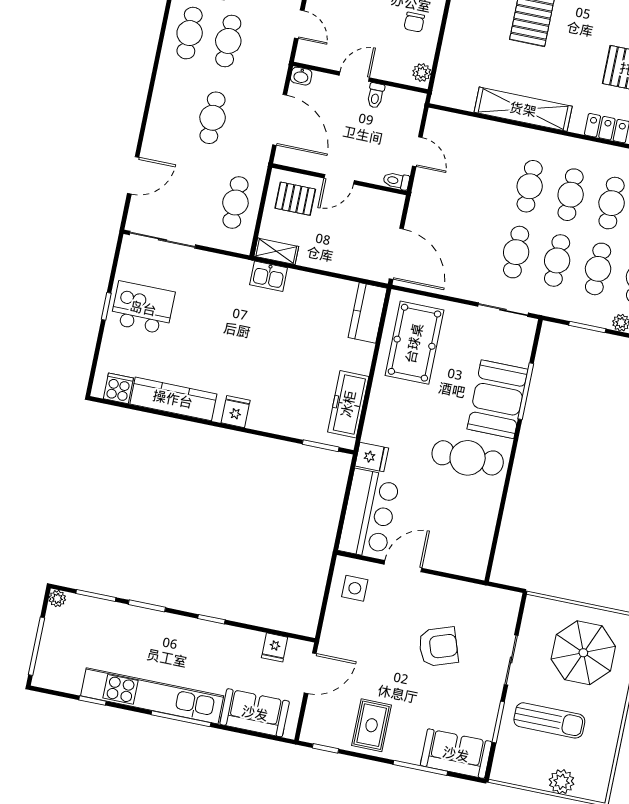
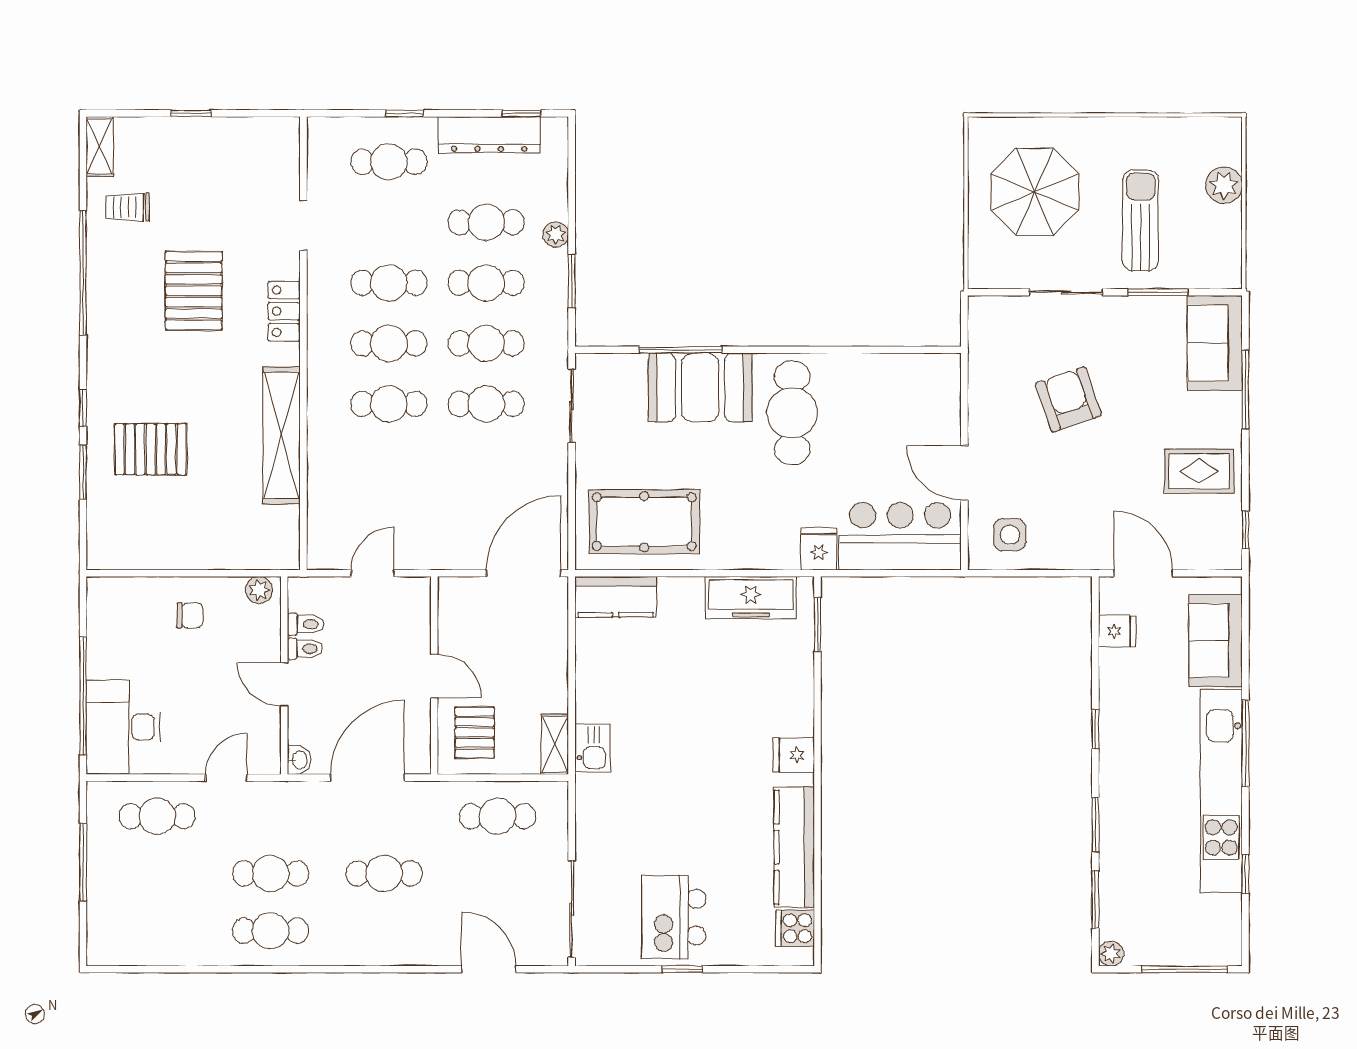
toilet: (396, 181) -> (306, 624), moved, turned -90

